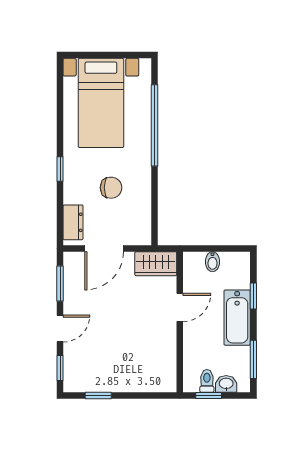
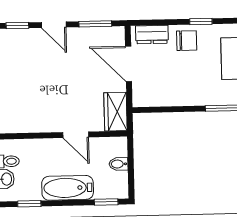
chair: (111, 188) -> (187, 41), moved, turned -90
window: (253, 296) -> (106, 202), moved
window: (253, 359) -> (29, 204), width x0.67

